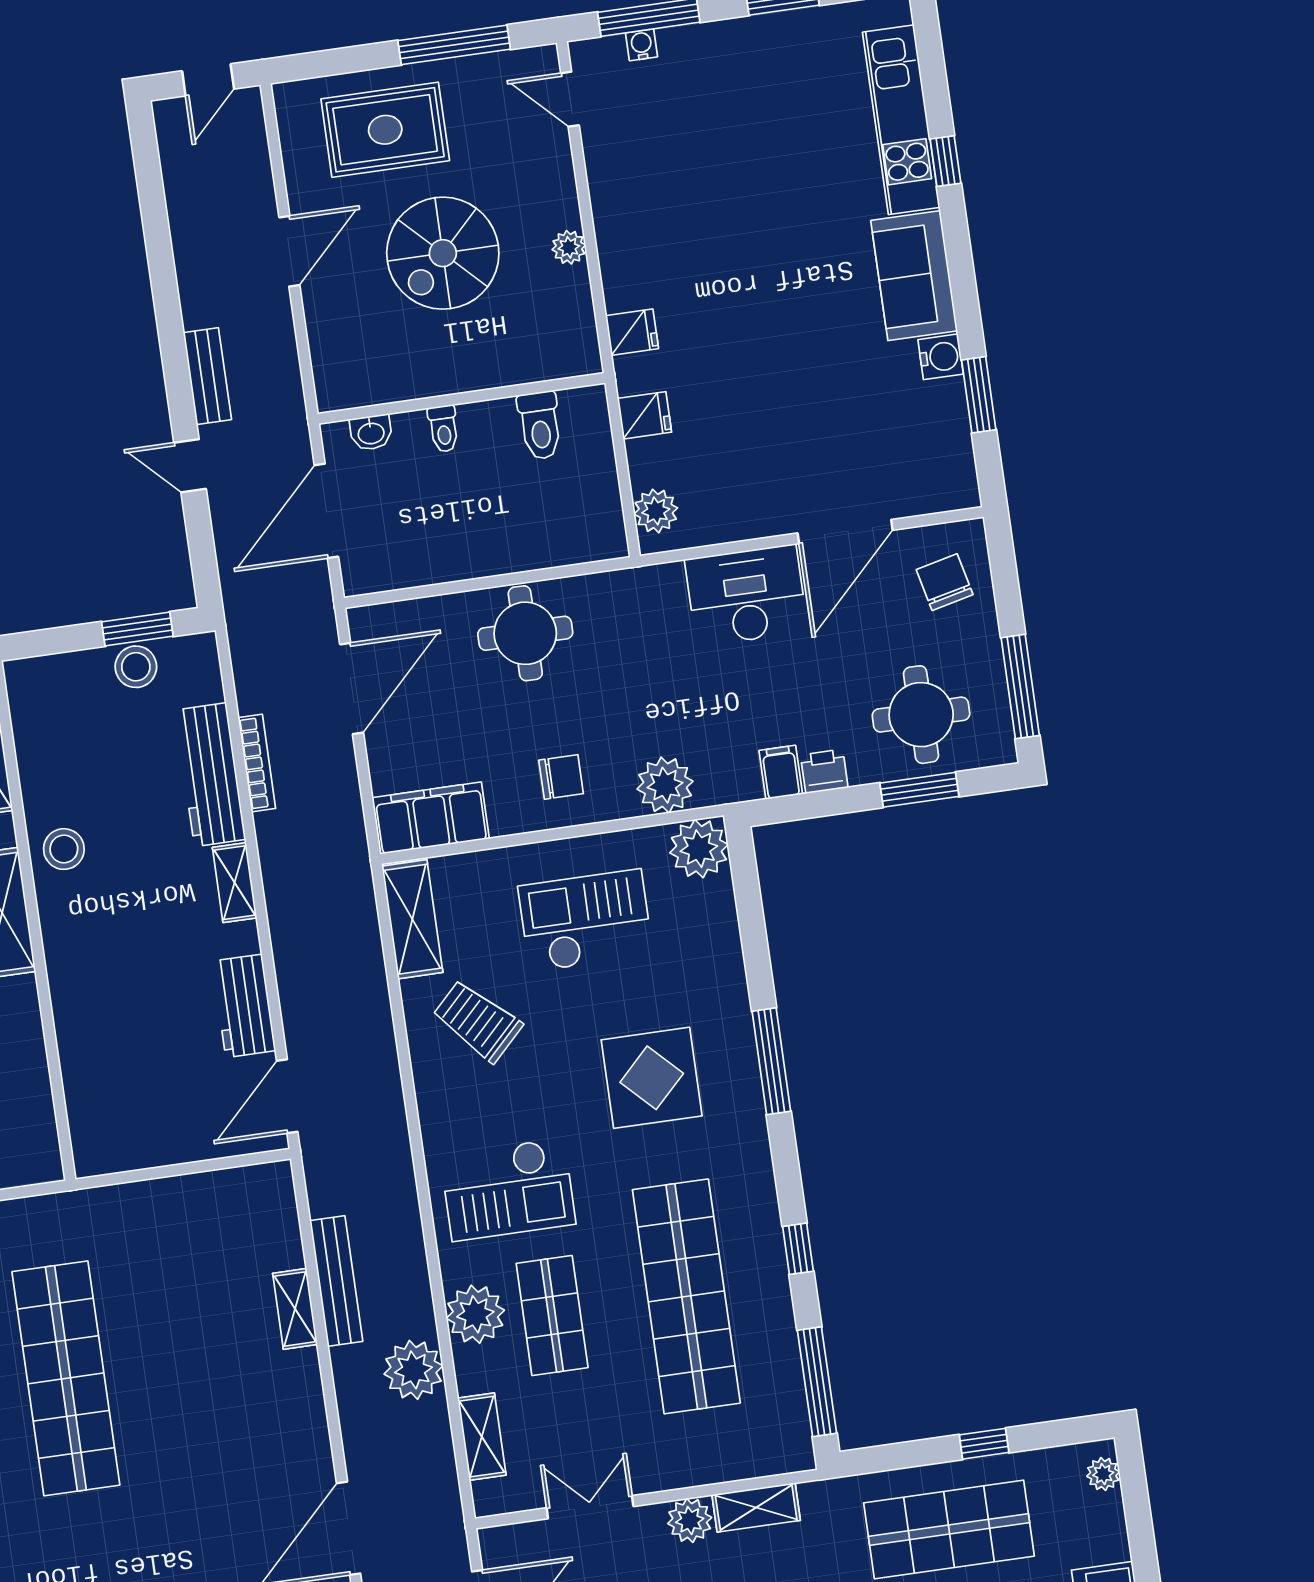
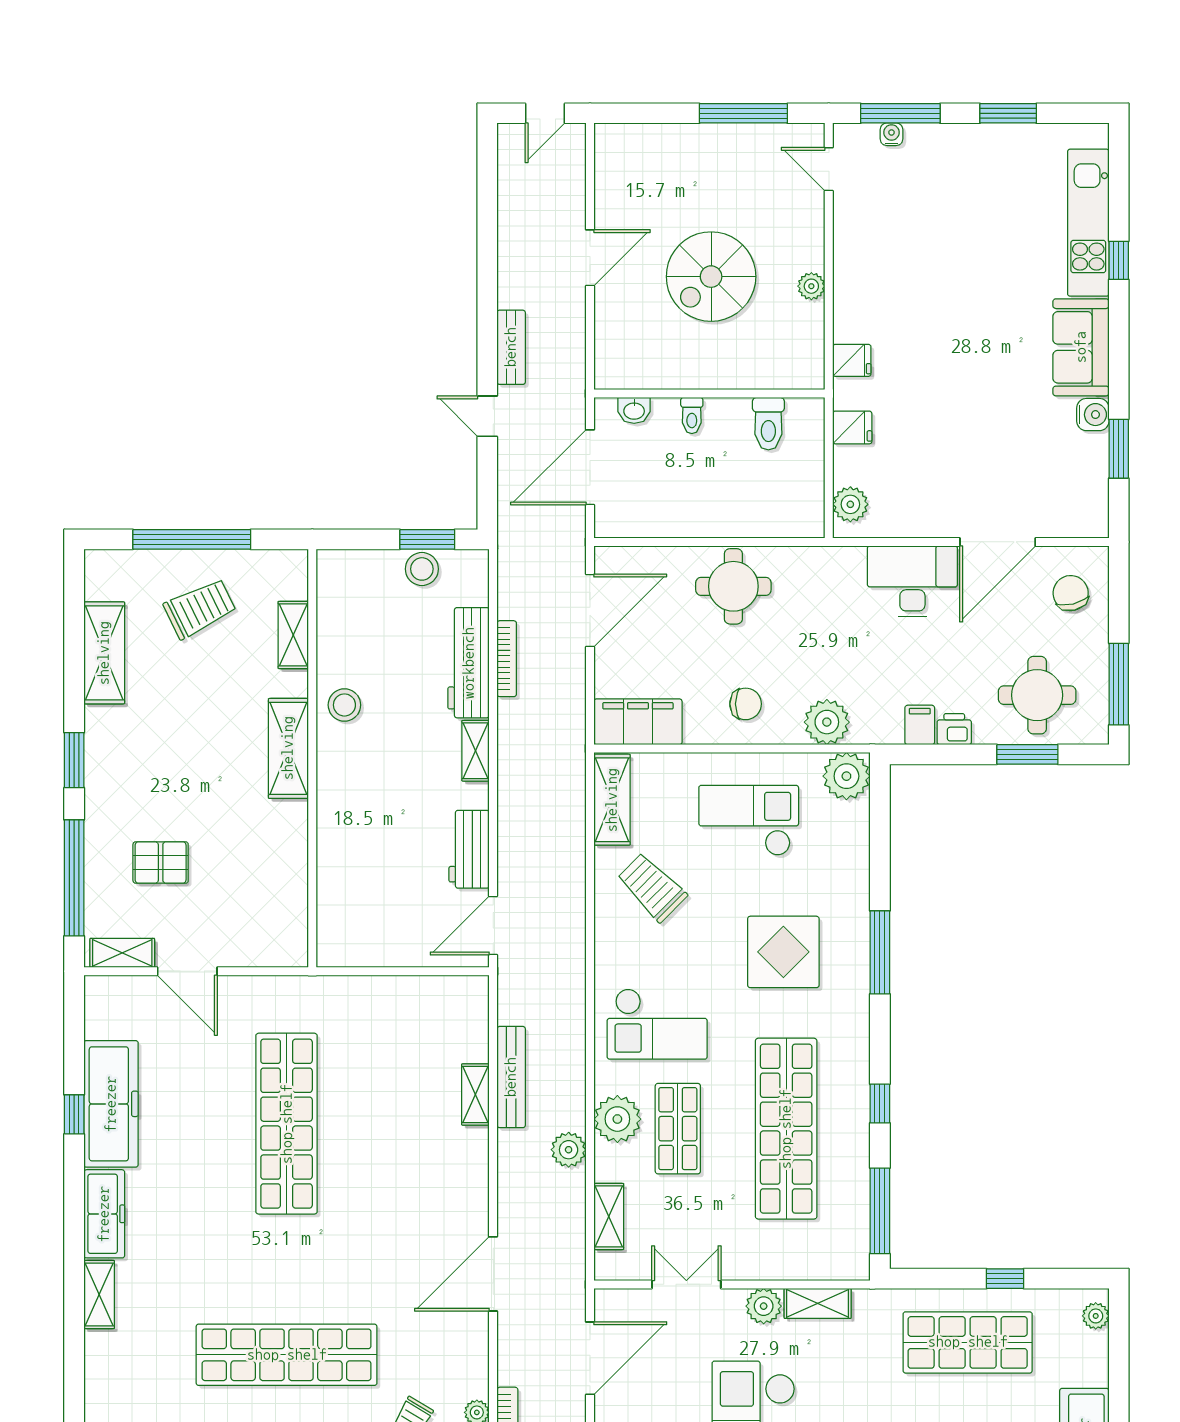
rug: (385, 130) -> (679, 173), removed
plant: (414, 1370) -> (569, 1150), width x0.73, depth x0.73

